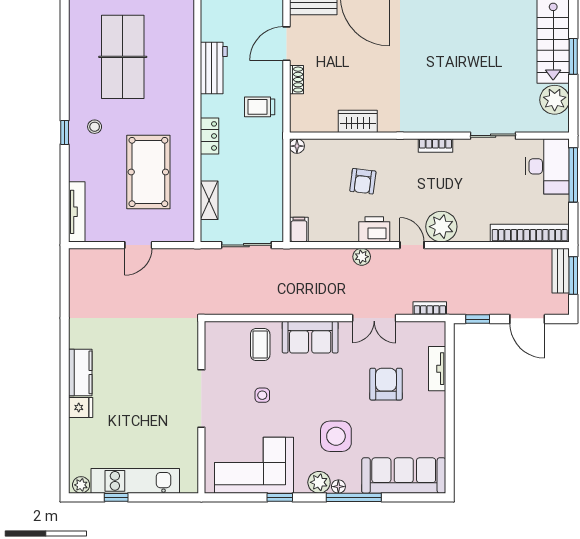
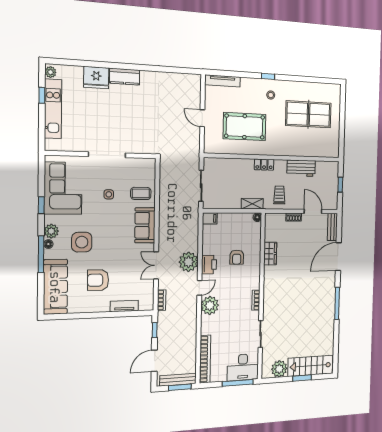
armchair: (363, 181) -> (237, 257), turned -97
shelving: (209, 200) -> (252, 204), moved
plant: (362, 257) -> (188, 262), width x1.88, depth x1.88
bench: (561, 271) -> (178, 380), width x1.36
armchair: (386, 384) -> (98, 280), moved, turned 180
fridge: (81, 407) -> (96, 78), width x1.88, depth x1.34

